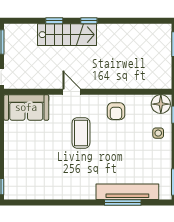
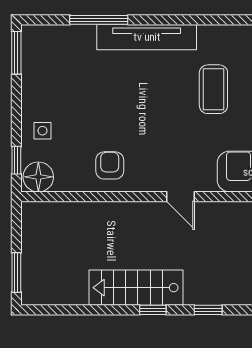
stairs: (67, 35) -> (136, 288), moved
coffee table: (81, 133) -> (213, 89), moved
tv unit: (127, 192) -> (147, 37), moved

